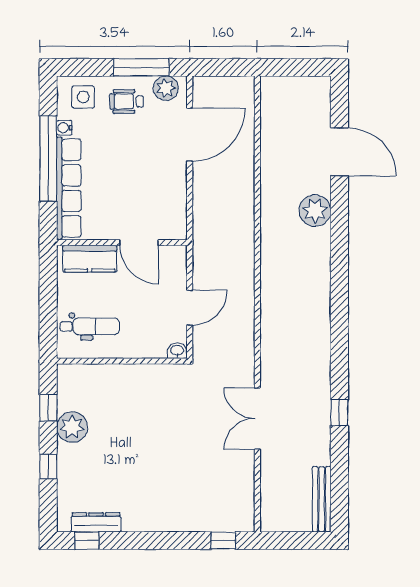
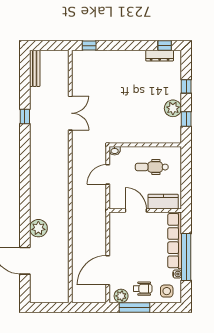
dental chair: (90, 326) -> (152, 167), moved

